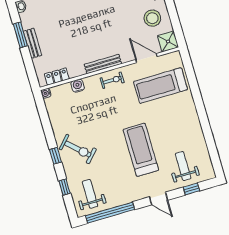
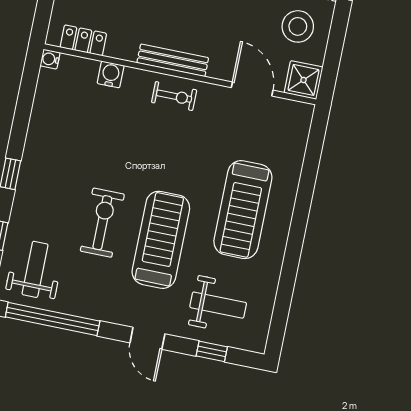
treadmill: (161, 86) -> (243, 210), moved, turned -90
exercise bike: (78, 149) -> (102, 223), moved, turned -133
weight bench: (183, 166) -> (218, 305), turned 90

